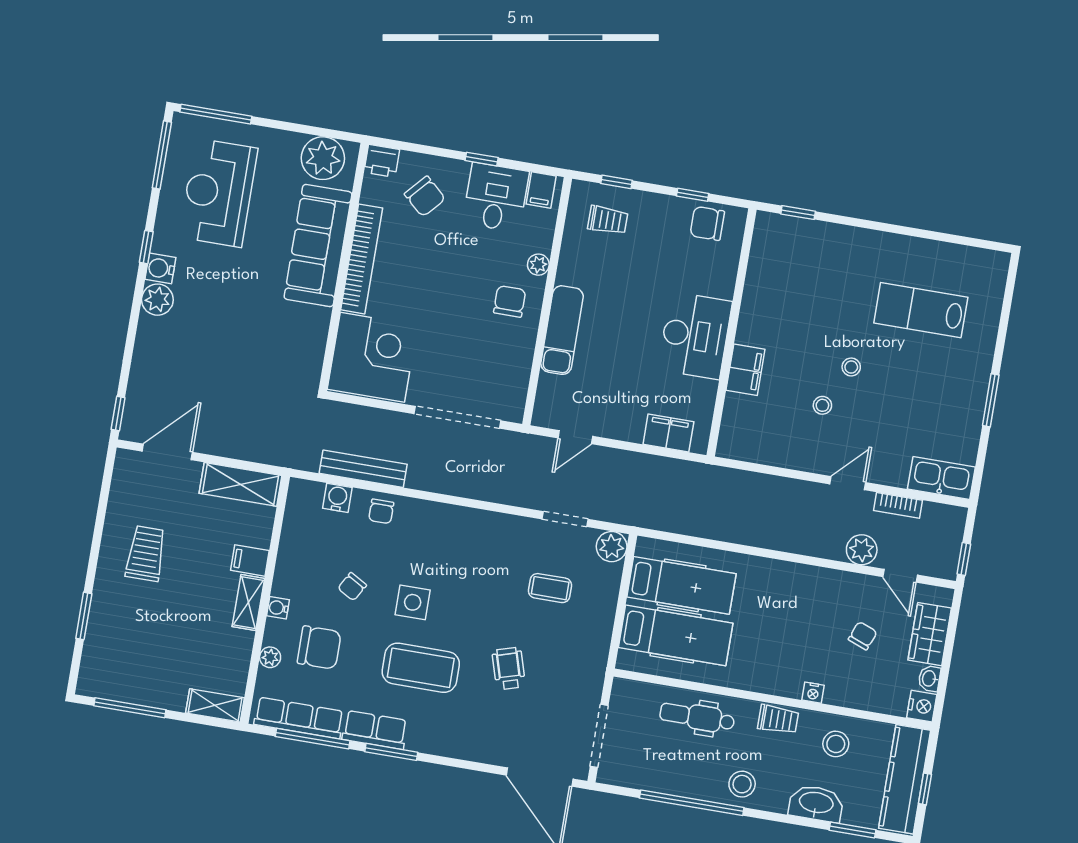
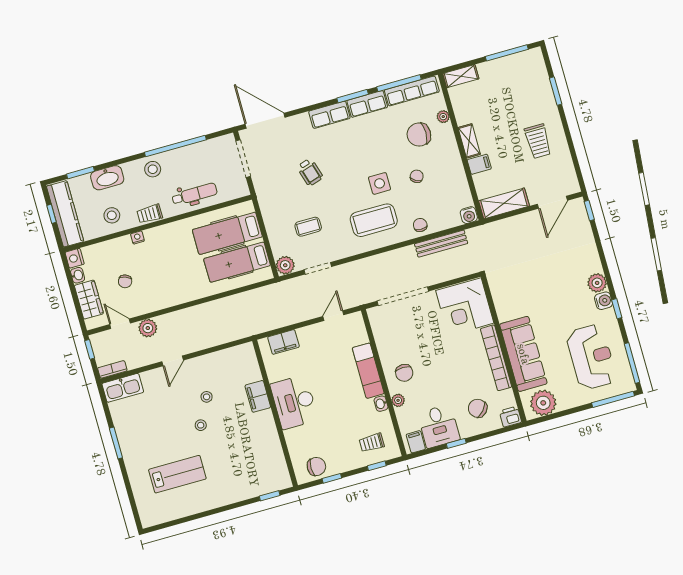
washbasin: (566, 272) -> (381, 404), added
water cooler: (337, 498) -> (469, 215), moved
bookcase: (898, 505) -> (112, 369), moved
water cooler: (278, 608) -> (452, 146), removed
coffee table: (421, 668) -> (374, 220), moved
row of seats: (439, 740) -> (329, 115), added

